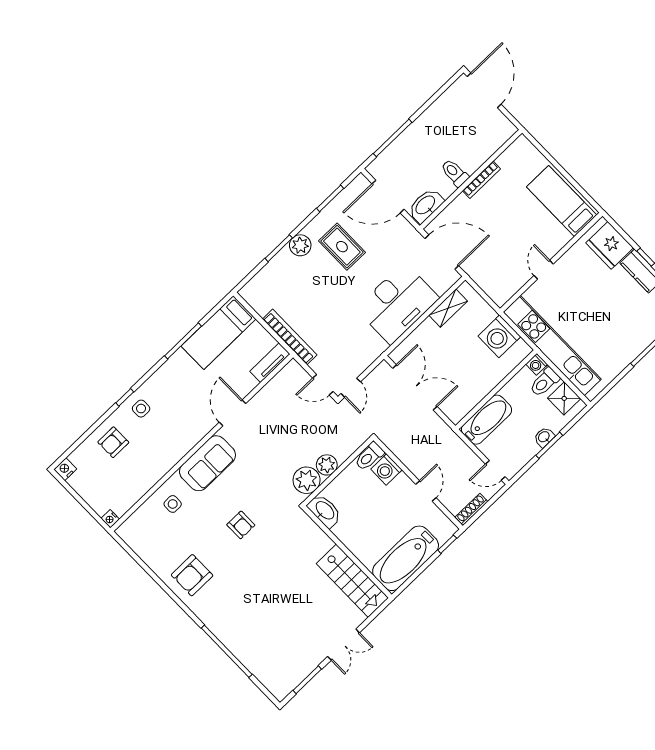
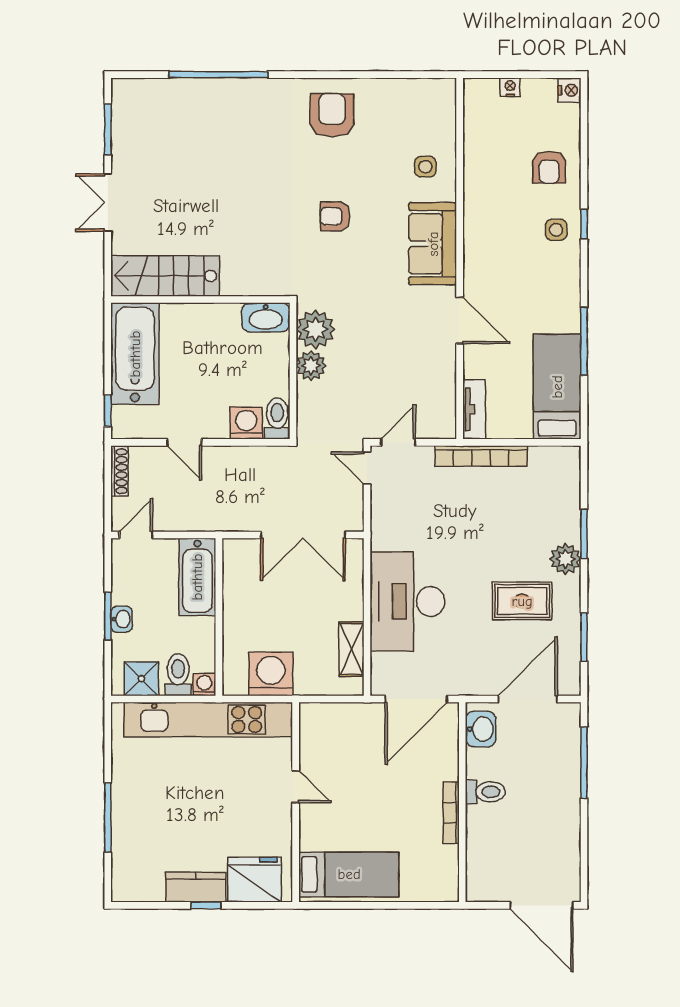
washbasin: (426, 205) -> (481, 729), width x0.72
armchair: (113, 442) -> (549, 167), turned 180
nightstand: (110, 519) -> (510, 87), moved

